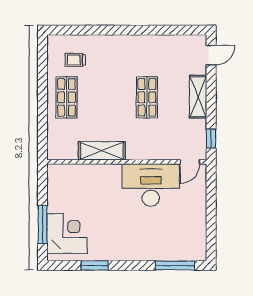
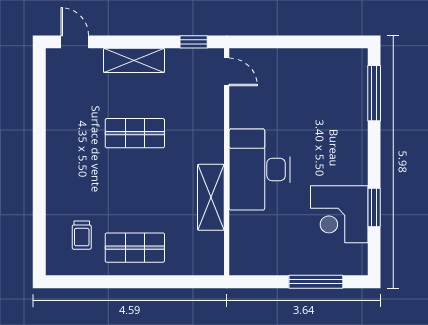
desk: (151, 185) -> (260, 170), moved
corner desk: (67, 233) -> (339, 214), moved, turned -90

